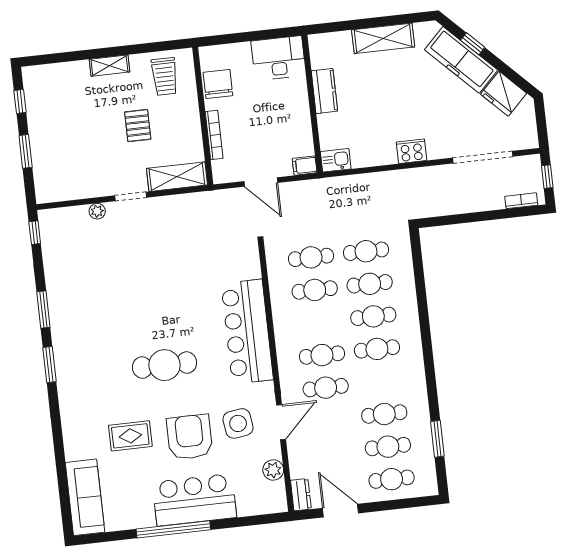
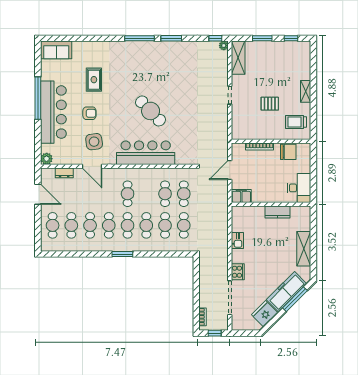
window: (473, 44) -> (295, 299), width x2.17
cooker: (412, 151) -> (238, 272), moved
kitchen sink: (336, 160) -> (237, 240), moved
filing cabinet: (305, 166) -> (241, 196), width x2.00
shelving: (177, 177) -> (238, 58), moved
plant: (97, 211) -> (224, 46), moved
window: (50, 365) -> (140, 38), width x1.44
cafe table: (165, 365) -> (151, 111), moved, turned -44
cafe table: (326, 388) -> (109, 225), moved
armchair: (190, 437) -> (89, 113), width x0.53, depth x0.53
window: (437, 439) -> (122, 254), moved
plant: (273, 470) -> (47, 159), moved
dresser: (301, 495) -> (64, 173), moved
sofa: (85, 497) -> (56, 50), width x0.73
bar counter: (194, 500) -> (53, 112), width x1.36
door: (340, 511) -> (38, 194), hinge flipped

